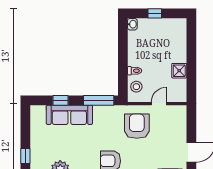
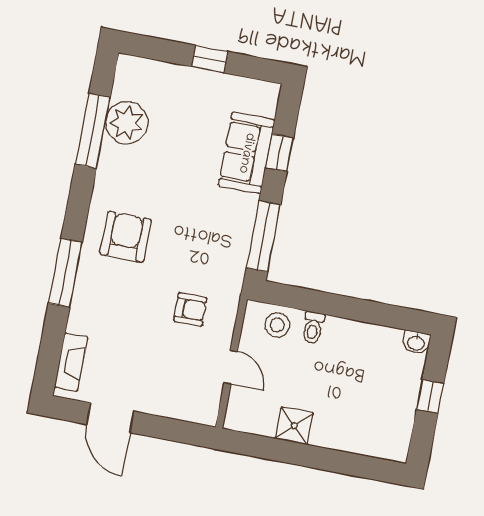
sofa: (69, 115) -> (246, 153), width x0.73
armchair: (137, 126) -> (190, 309), width x0.53, depth x0.53
window: (25, 156) -> (210, 59), moved

